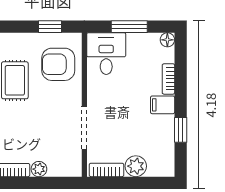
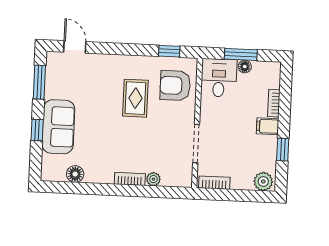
floor lamp: (167, 40) -> (245, 67), moved
plant: (136, 166) -> (263, 182), moved

